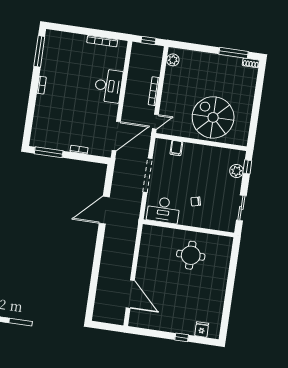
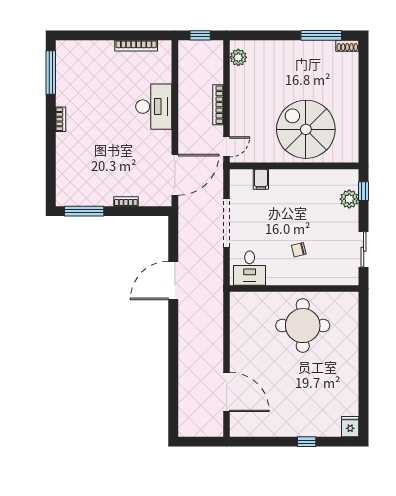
desk: (163, 210) -> (250, 268), width x0.73
round table: (191, 255) -> (303, 326), width x1.36, depth x1.36
fridge: (202, 330) -> (350, 427), moved

